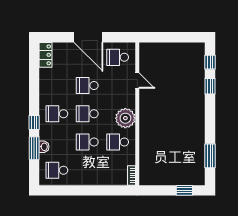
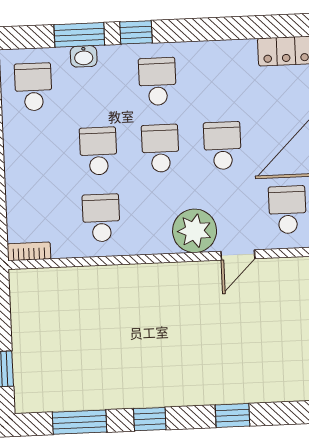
window: (210, 62) -> (150, 419), moved
plant: (125, 118) -> (195, 231), moved

